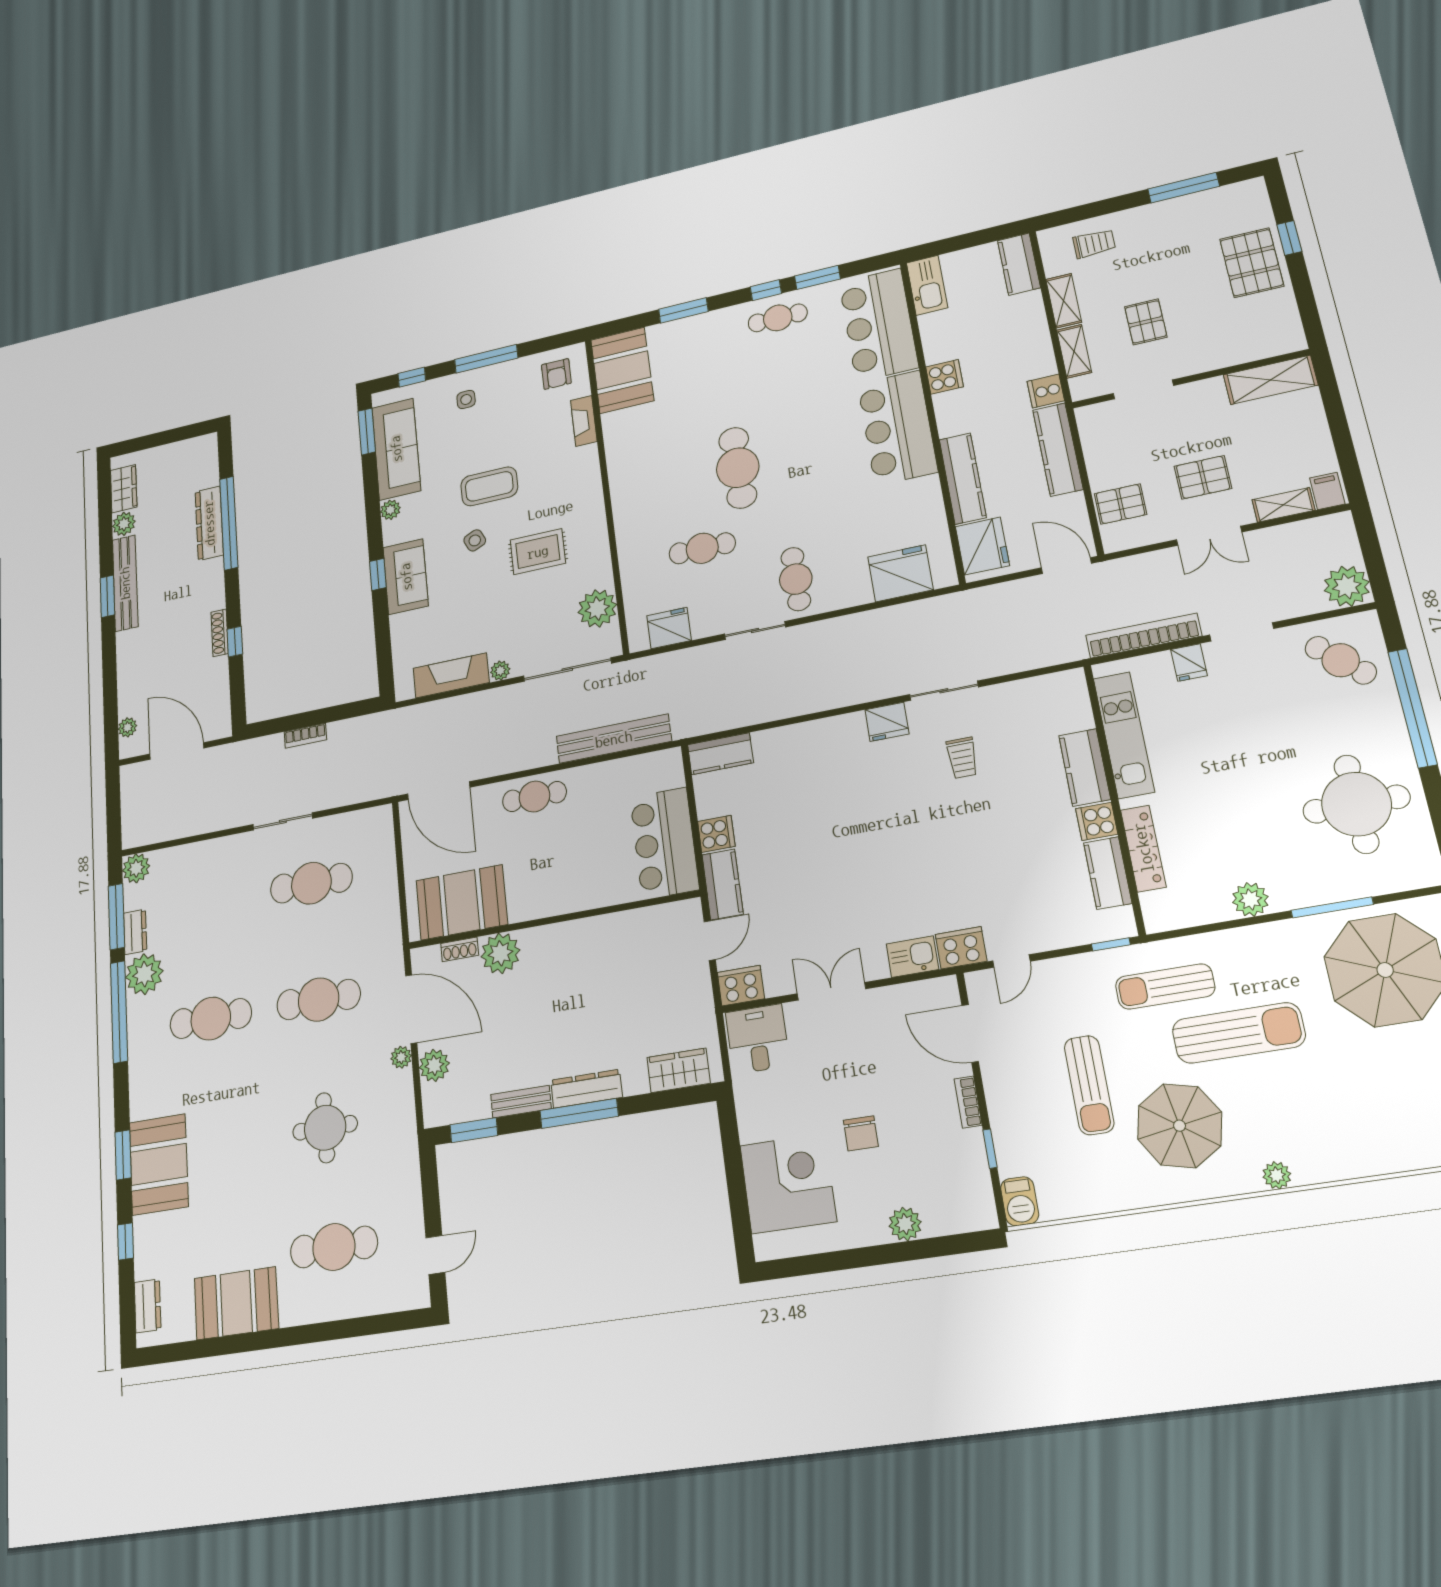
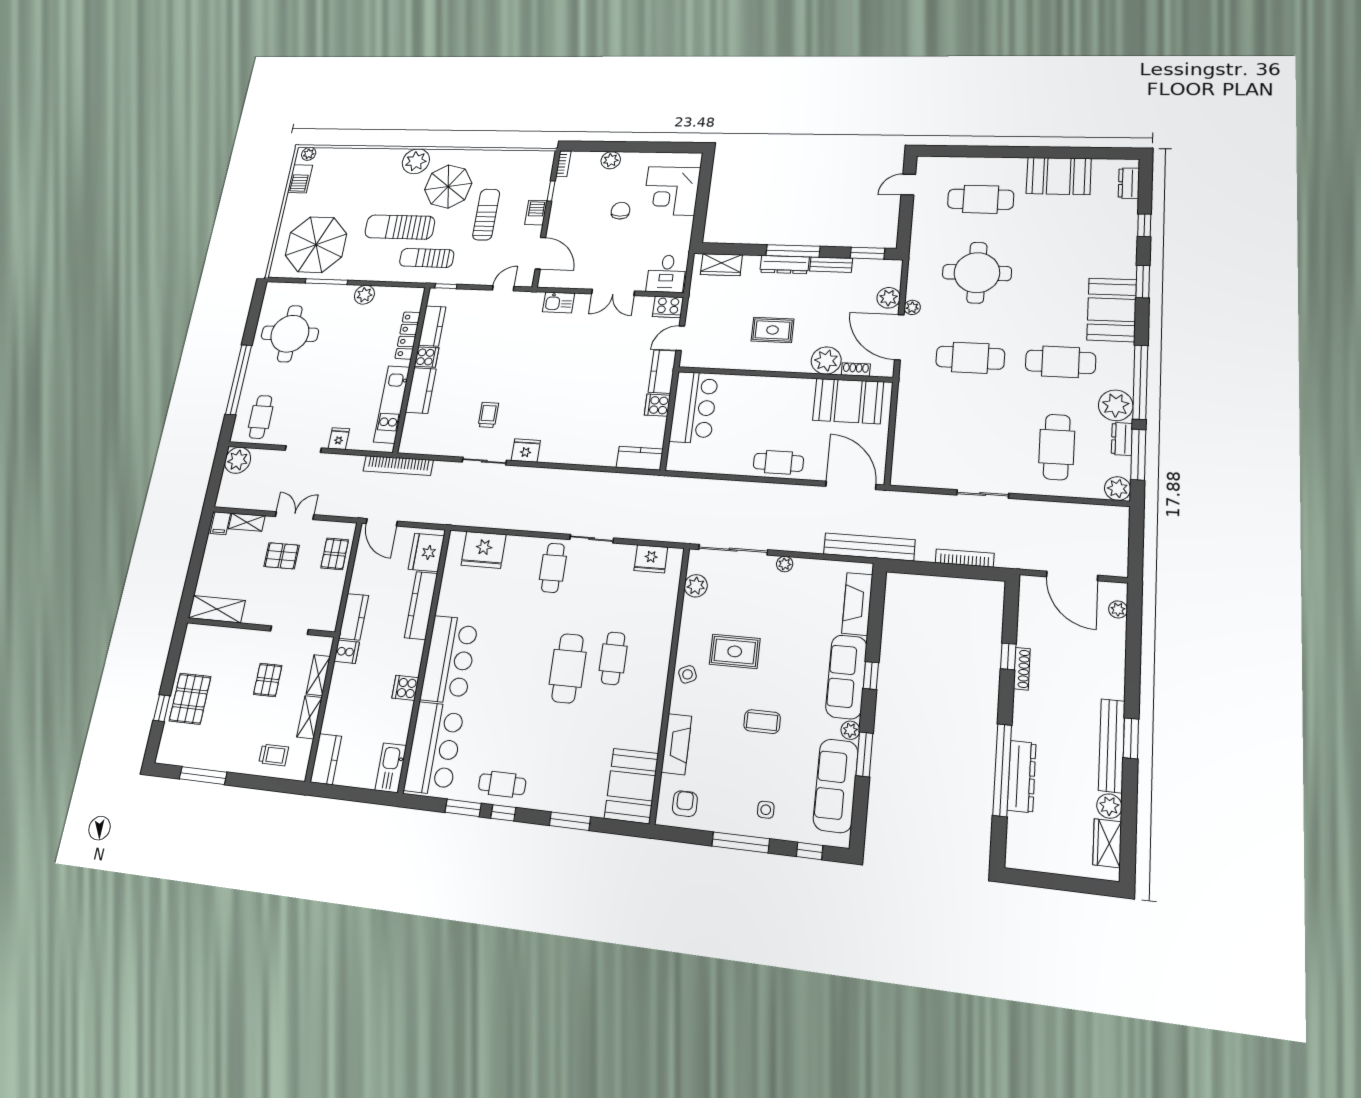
trolley: (1094, 244) -> (274, 755), turned 180
fireplace: (584, 421) -> (676, 744), width x1.37, depth x1.32
window: (367, 431) -> (864, 754), moved
kitchen counter: (1058, 449) -> (354, 617), width x0.67
coffee table: (489, 486) -> (762, 722), width x0.73, depth x0.77
pallet: (1120, 504) -> (335, 554), turned 90
side table: (475, 540) -> (688, 674), moved
cafe table: (702, 548) -> (613, 658), moved, turned 90
sofa: (406, 577) -> (846, 677), width x1.36
plant: (597, 609) -> (696, 586), width x0.73, depth x0.73
bookcase: (1144, 636) -> (398, 466), moved
cafe table: (1341, 660) -> (261, 417), turned 47
fireplace: (451, 675) -> (857, 604), moved, turned 90
bookcase: (305, 736) -> (965, 558), width x1.56
bench: (614, 739) -> (869, 547), moved
cafe table: (311, 883) -> (1057, 447), moved, turned 90
cooker: (961, 948) -> (529, 302), removed
rug: (582, 982) -> (772, 330), added
sun lounger: (1165, 986) -> (427, 258), turned 180
bookcase: (968, 1102) -> (563, 164), moved
round table: (325, 1128) -> (977, 273), width x1.36, depth x1.36
booth: (159, 1164) -> (1112, 310), moved
plant: (1277, 1175) -> (416, 161), width x1.88, depth x1.88
barbecue: (1020, 1201) -> (536, 213), moved

